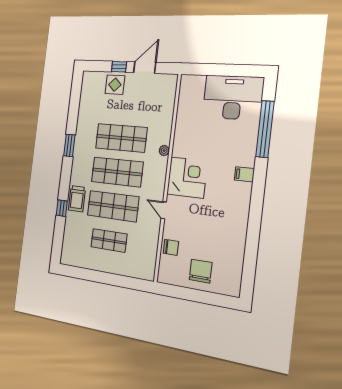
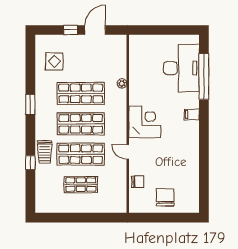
display table: (115, 85) -> (54, 61), moved
desk: (233, 97) -> (181, 68), moved, turned 90
plant: (164, 151) -> (122, 83), moved

